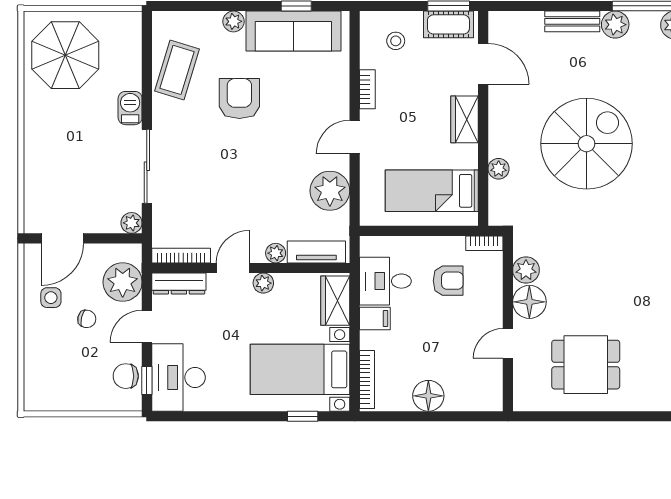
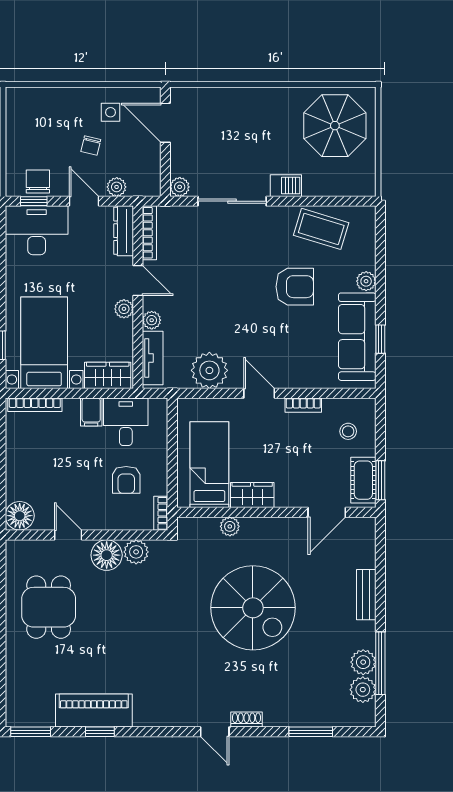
plant: (615, 25) -> (363, 662), moved
wardrobe: (465, 119) -> (252, 495), moved
plant: (123, 282) -> (117, 187), width x0.53, depth x0.53
floor lamp: (428, 396) -> (20, 516), moved

